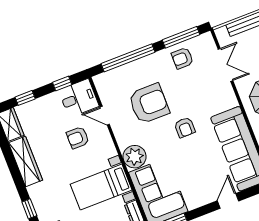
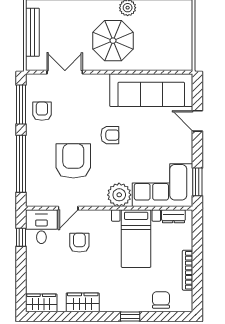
armchair: (182, 58) -> (42, 111), turned 180
window: (25, 98) -> (21, 279), removed
armchair: (78, 138) -> (79, 243), turned 180
wardrobe: (25, 161) -> (83, 302), width x0.67

